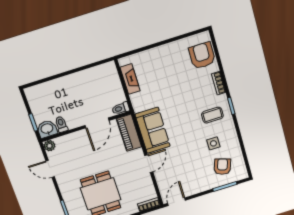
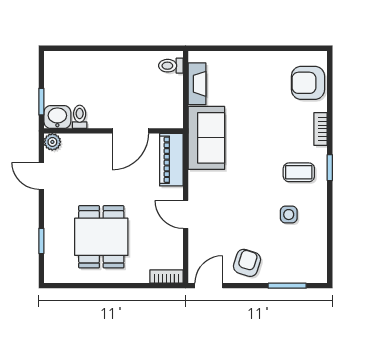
armchair: (202, 55) -> (308, 83), turned -90
toilet: (121, 108) -> (171, 66), moved
sofa: (153, 130) -> (206, 138), moved
door: (149, 164) -> (186, 214), swing flipped
armchair: (222, 167) -> (247, 263), moved

